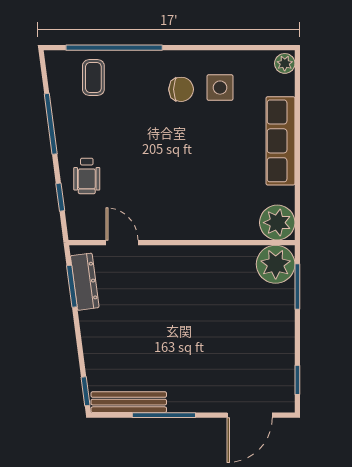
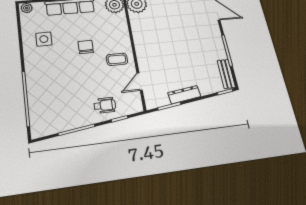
coffee table: (93, 78) -> (117, 59), moved
chair: (181, 89) -> (86, 47), moved
dresser: (85, 282) -> (184, 95), moved
bench: (129, 402) -> (226, 74), width x0.73

